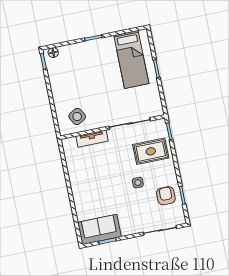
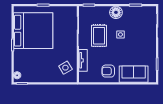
bed: (131, 59) -> (33, 31), width x2.04
rug: (151, 151) -> (99, 36), moved
floor lamp: (167, 170) -> (116, 12), added
armchair: (166, 196) -> (108, 71), moved
sofa: (99, 229) -> (134, 74), moved, turned 90

